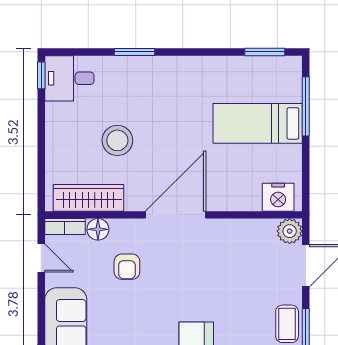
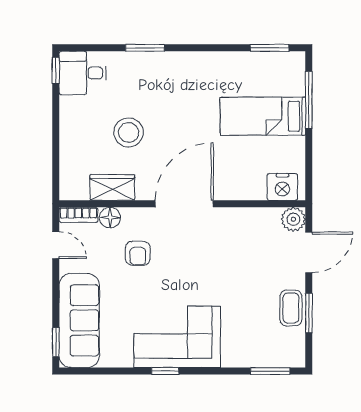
wardrobe: (89, 198) -> (112, 187), width x0.67

